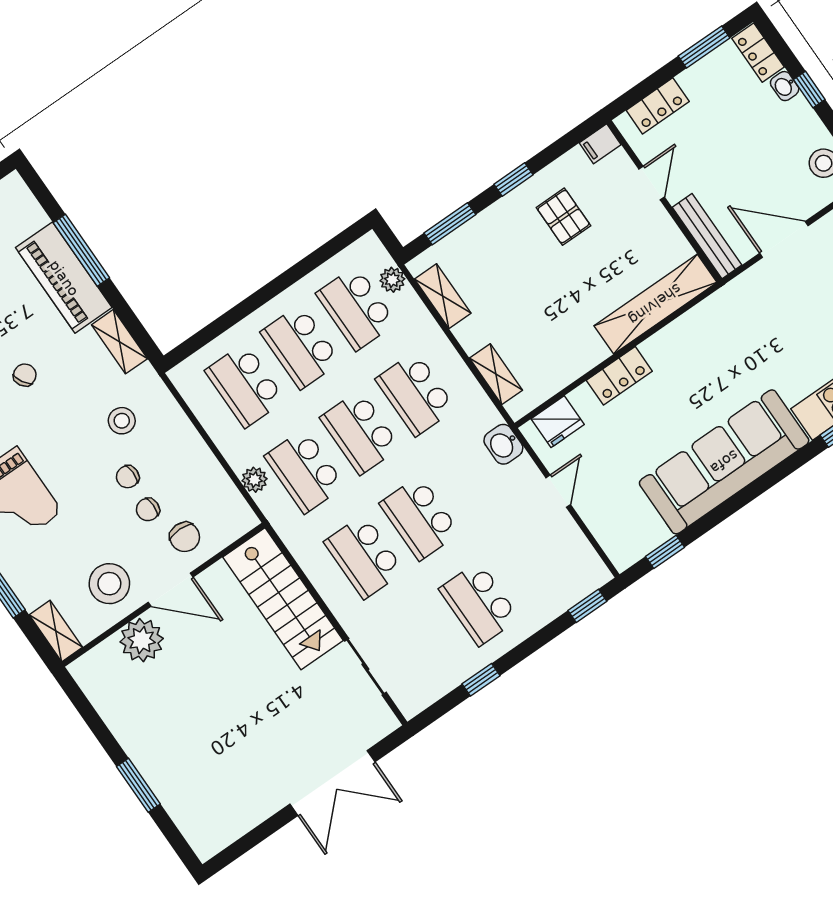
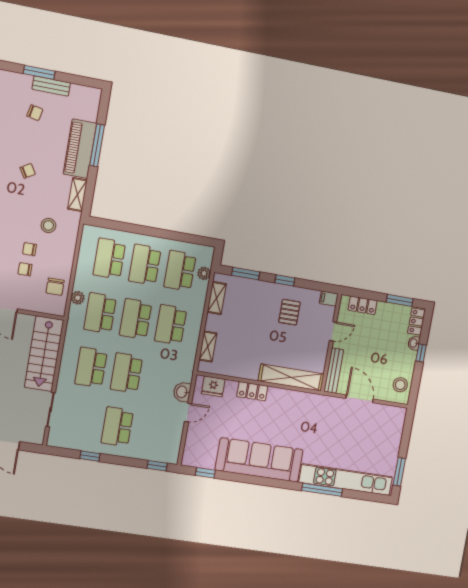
washbasin: (503, 444) -> (182, 392), moved
chair: (185, 537) -> (55, 287), moved

